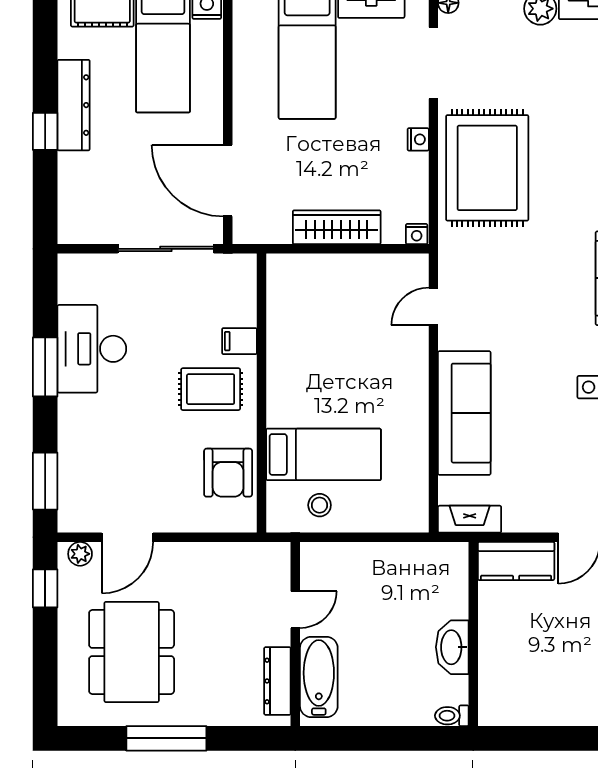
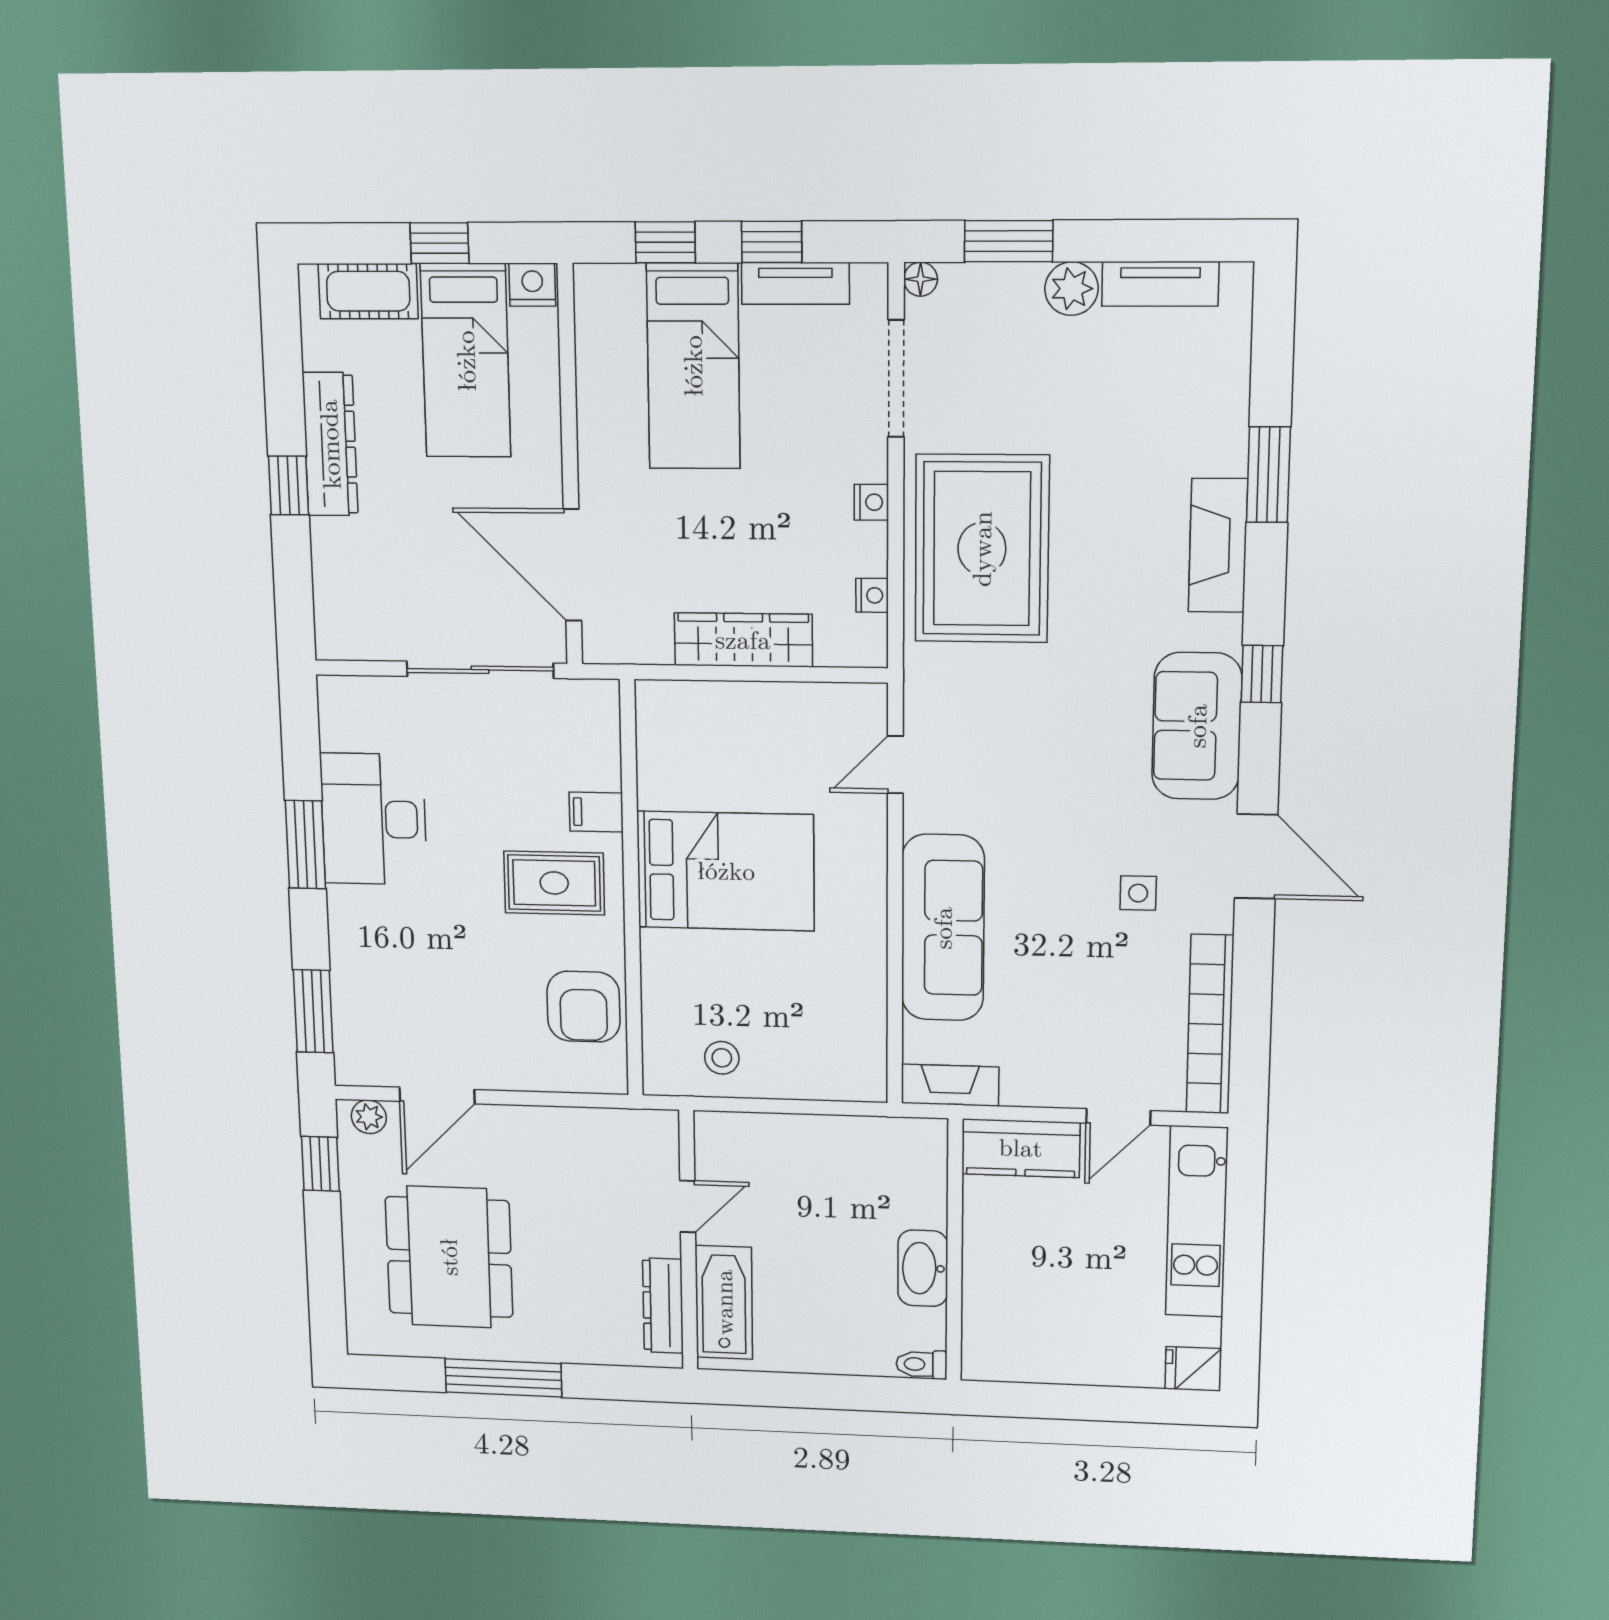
nightstand: (417, 234) -> (872, 595), moved, turned -90
bed: (323, 454) -> (726, 871), moved, width x1.50

